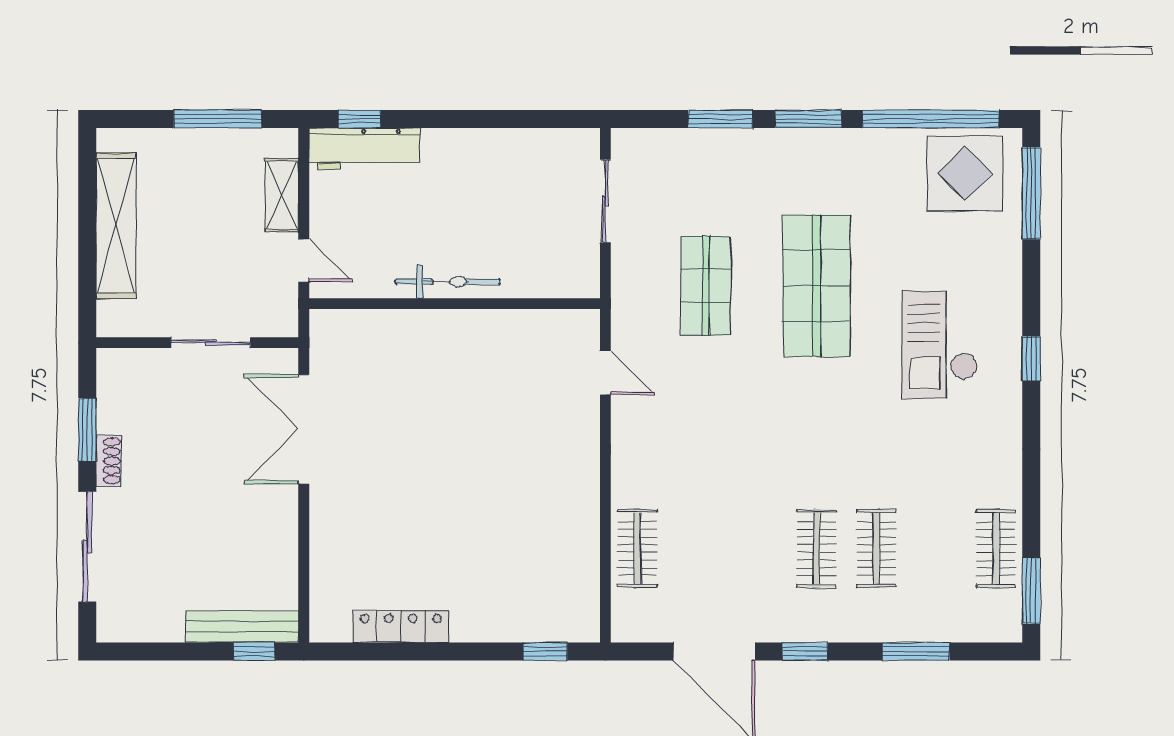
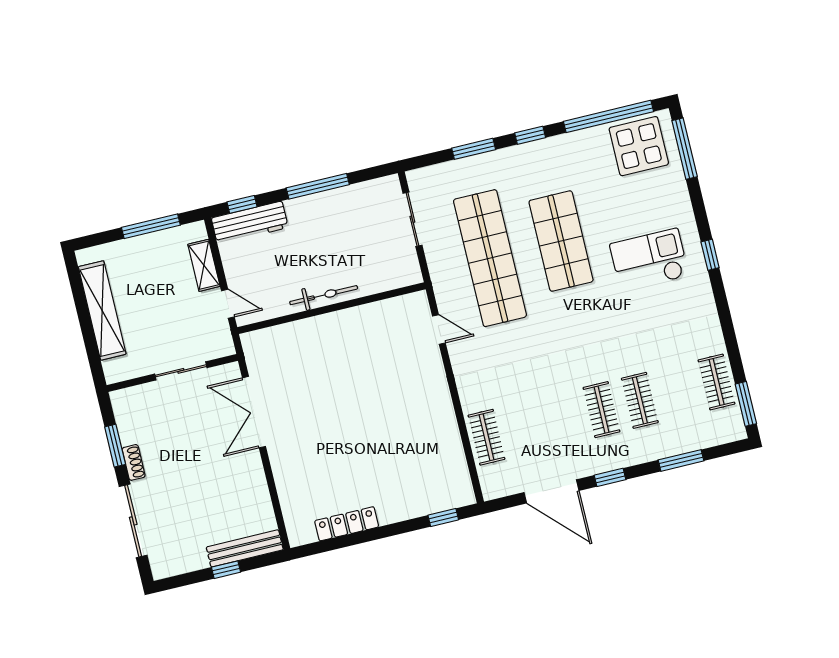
window: (478, 119) -> (318, 186), added
window: (808, 119) -> (530, 135), width x0.67
shop shelf: (706, 286) -> (490, 258), width x2.00, depth x1.36
checkout: (940, 345) -> (649, 260), turned 90
window: (254, 651) -> (226, 570), moved

